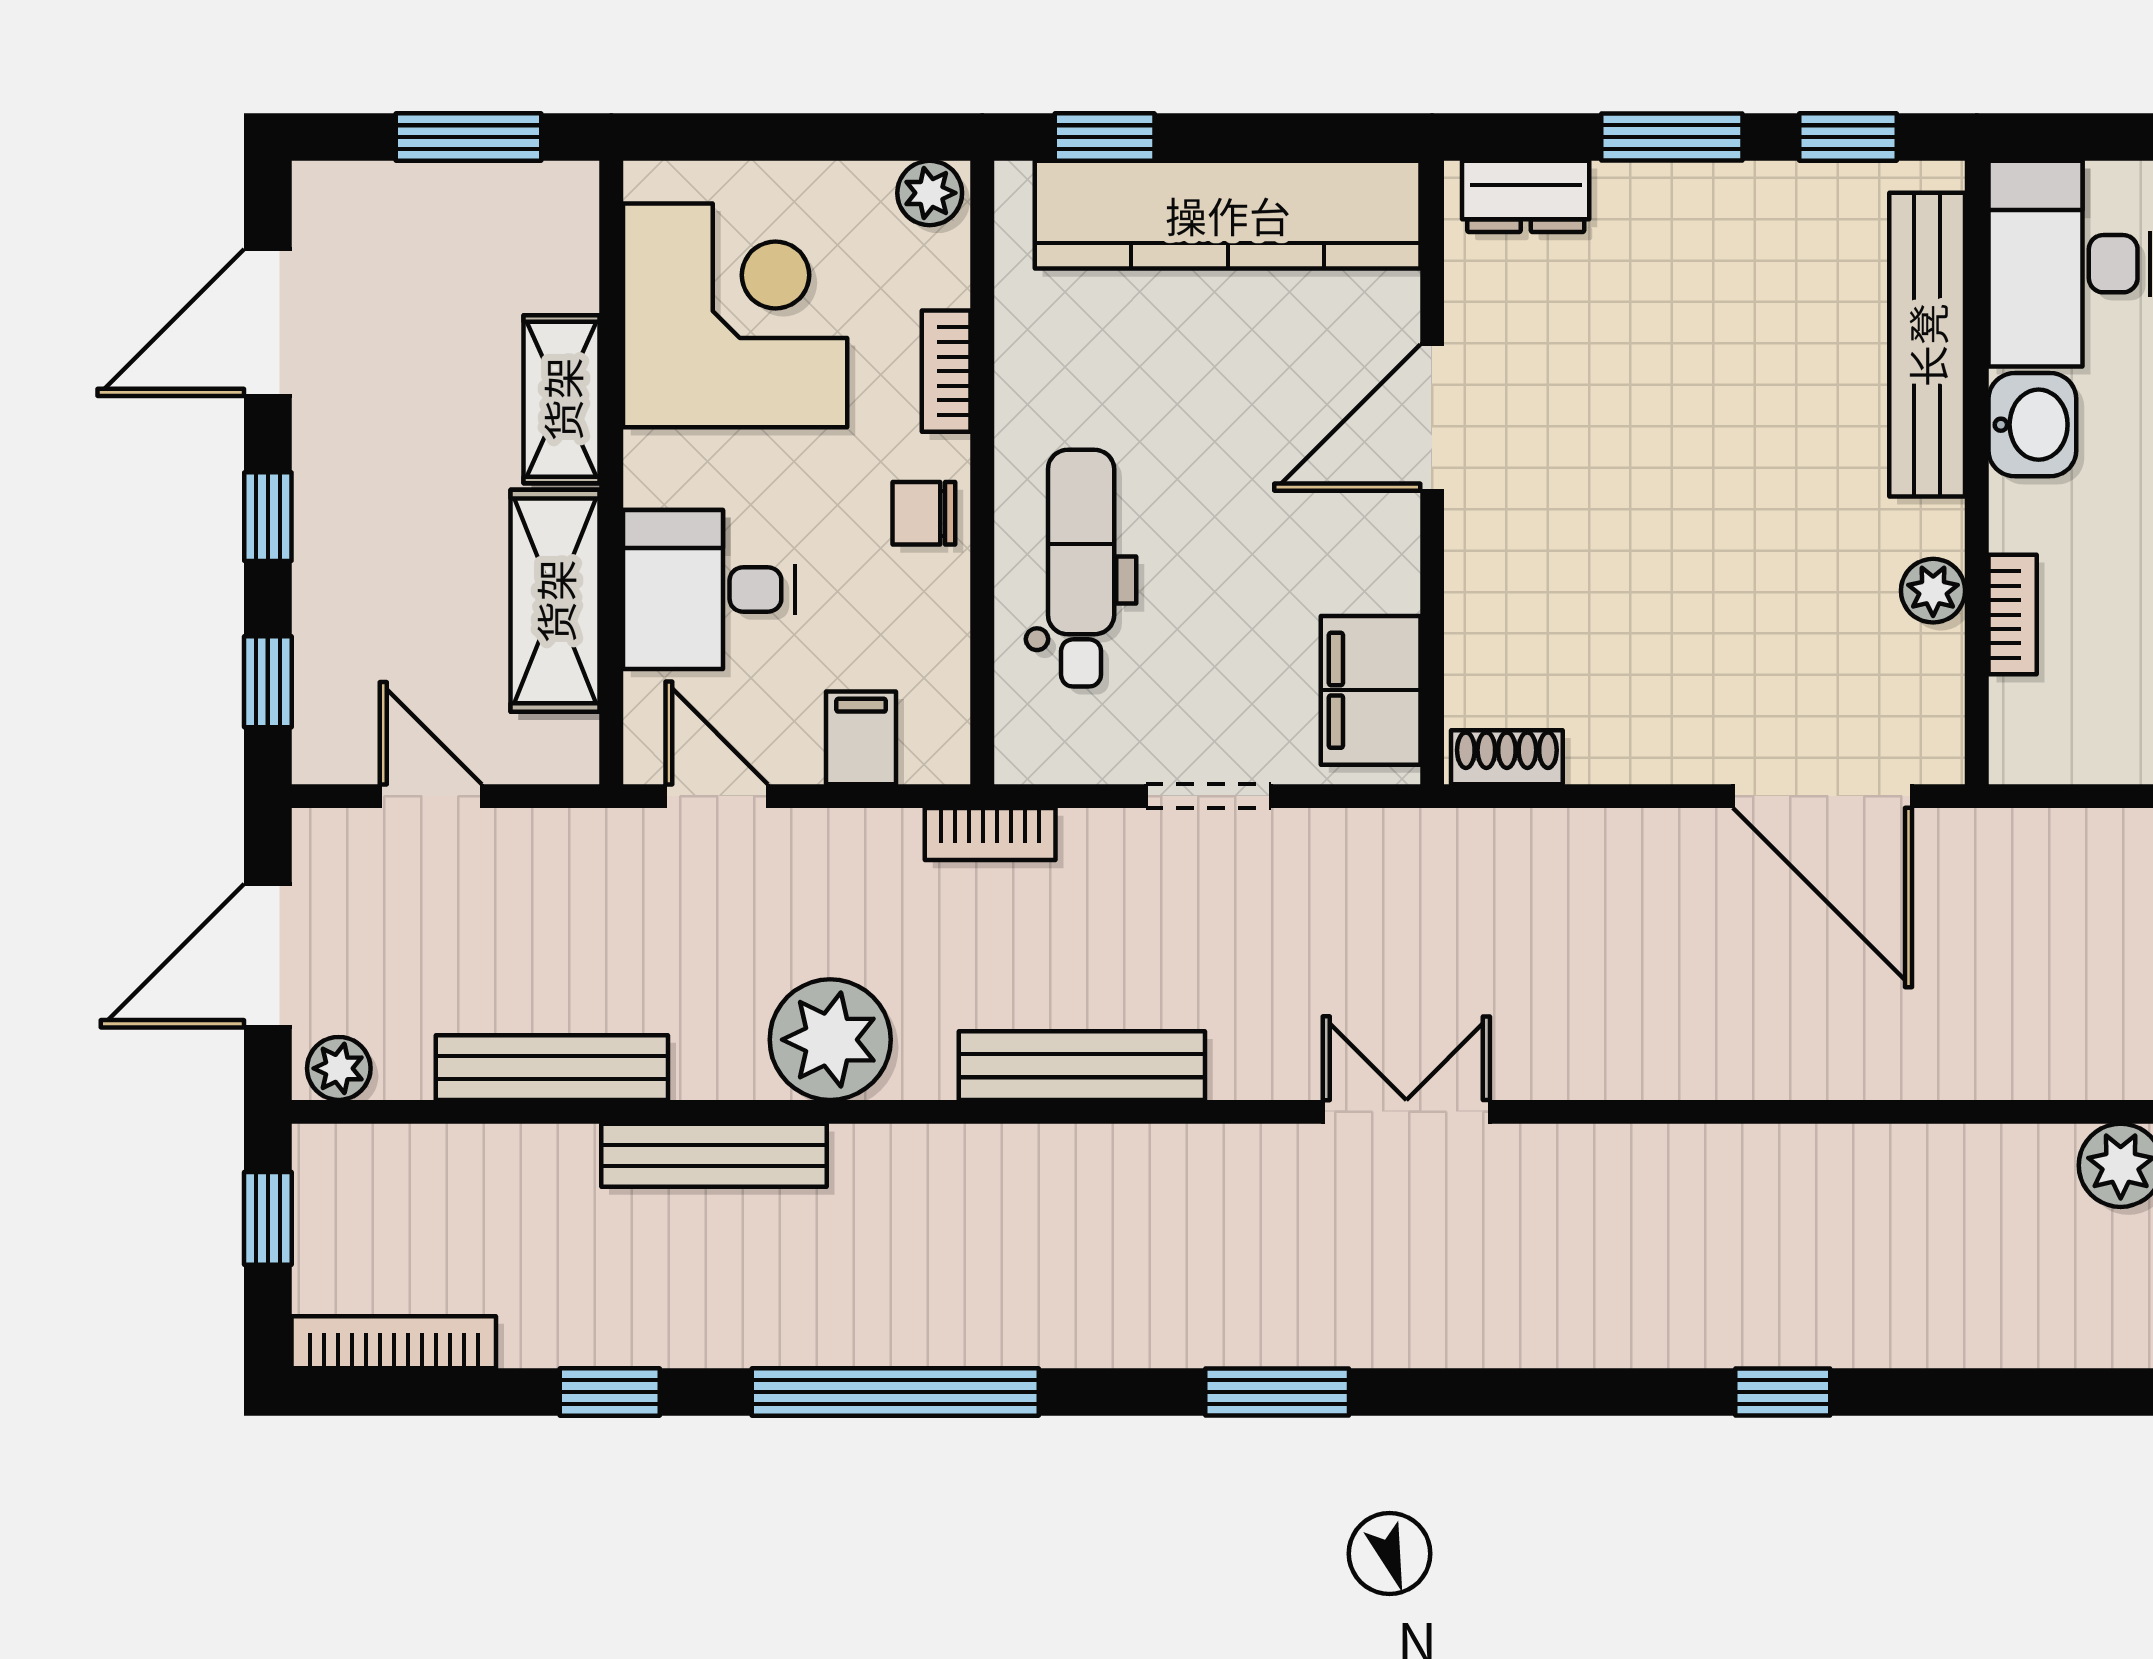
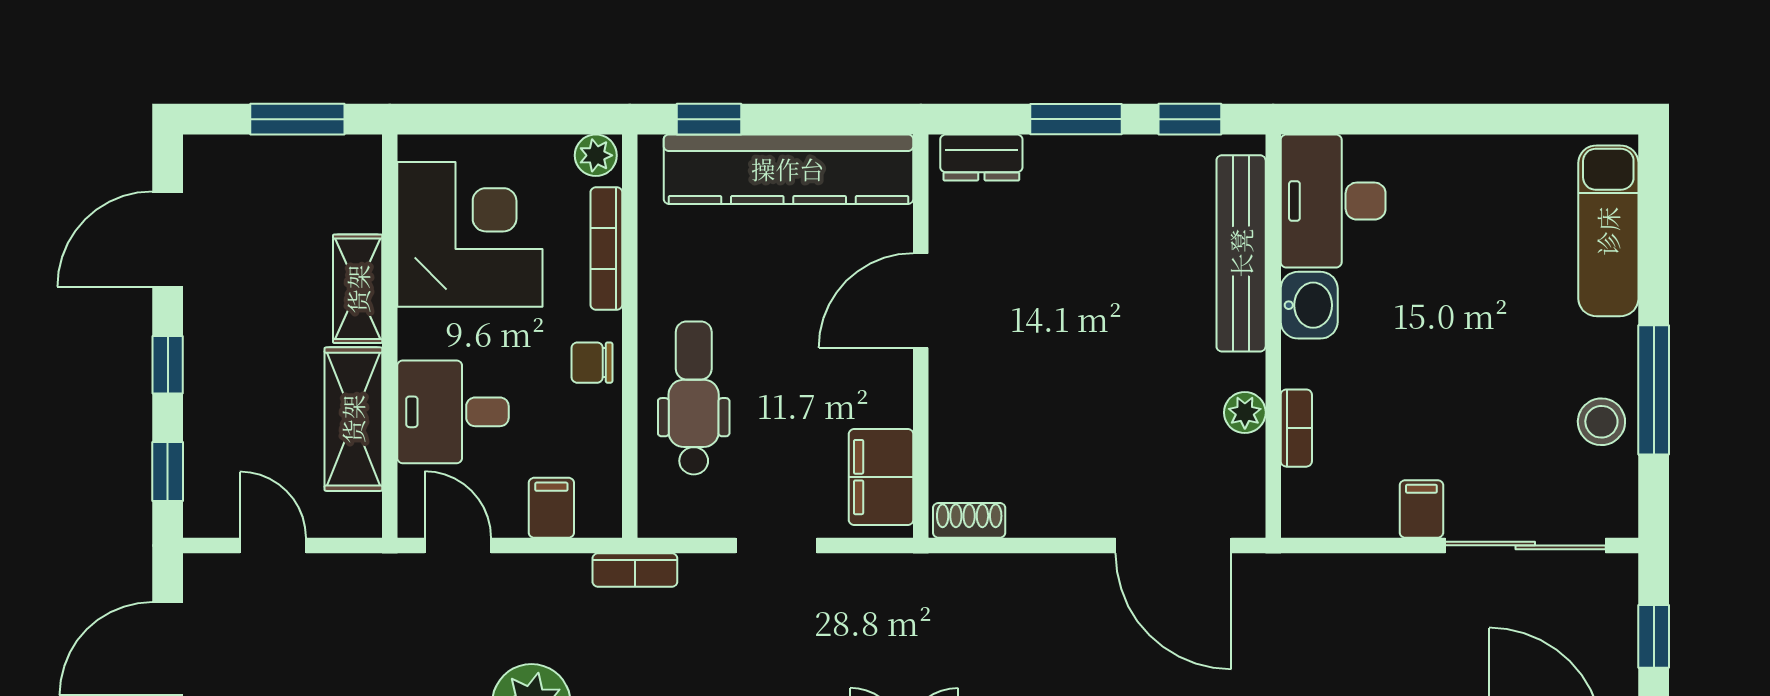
bookcase: (946, 371) -> (606, 248), width x1.56

